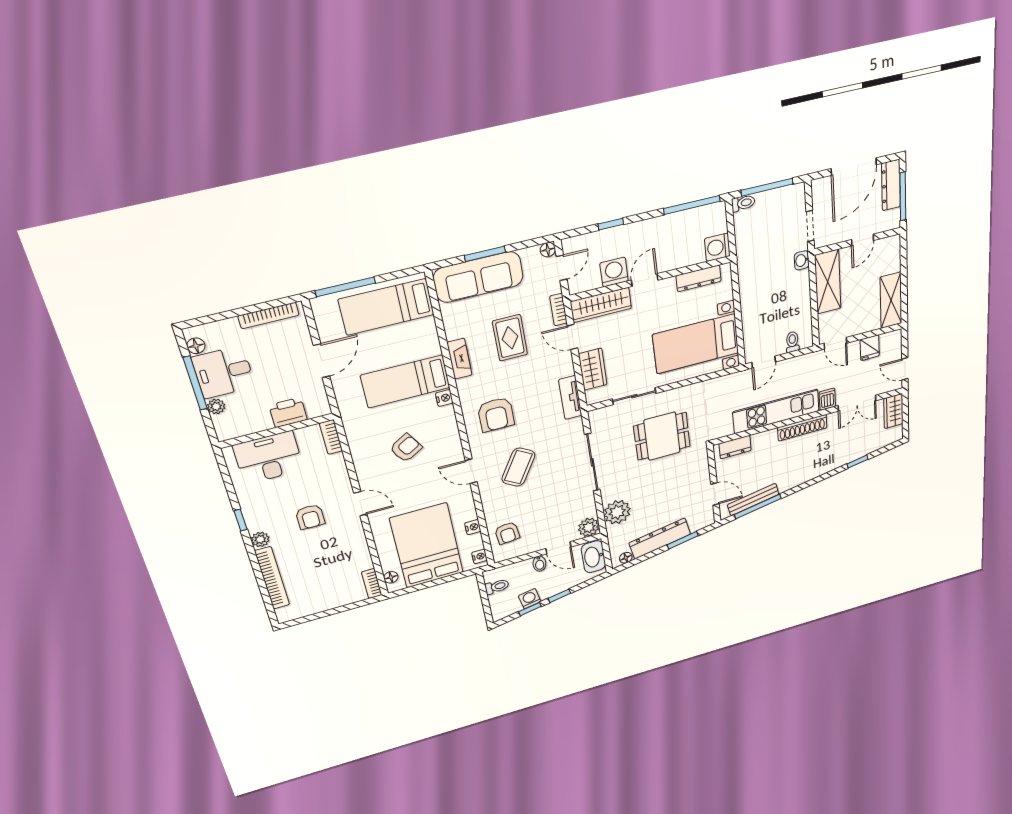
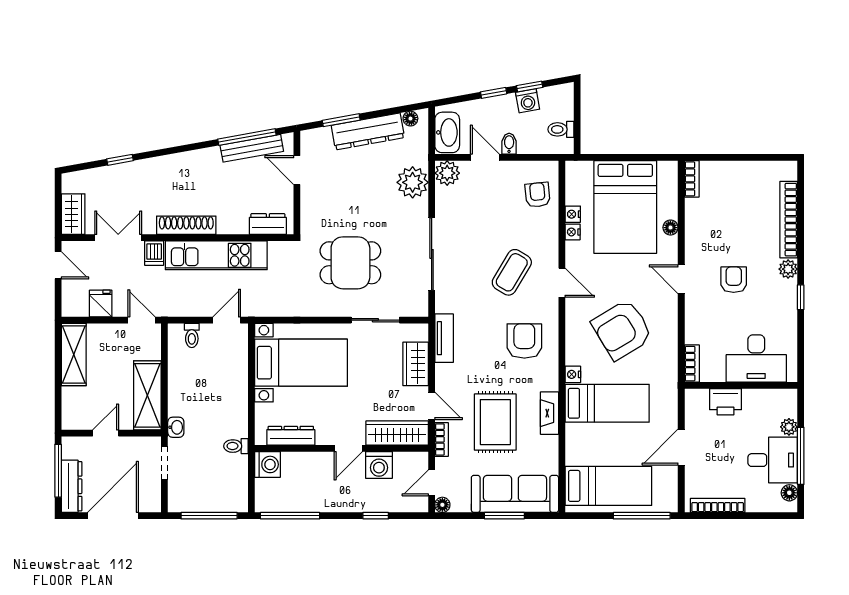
toilet: (743, 203) -> (236, 446), moved
rug: (510, 338) -> (495, 422), width x1.36, depth x1.43
armchair: (406, 448) -> (622, 330), width x1.88, depth x1.88
nightstand: (479, 556) -> (573, 232), moved
floor lamp: (391, 577) -> (670, 228), moved

